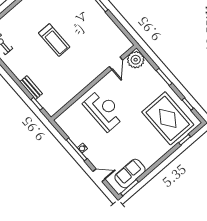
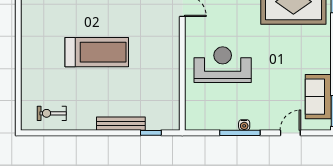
treadmill: (54, 40) -> (97, 52), width x1.37, depth x1.38
bench: (31, 88) -> (121, 124), width x1.36

